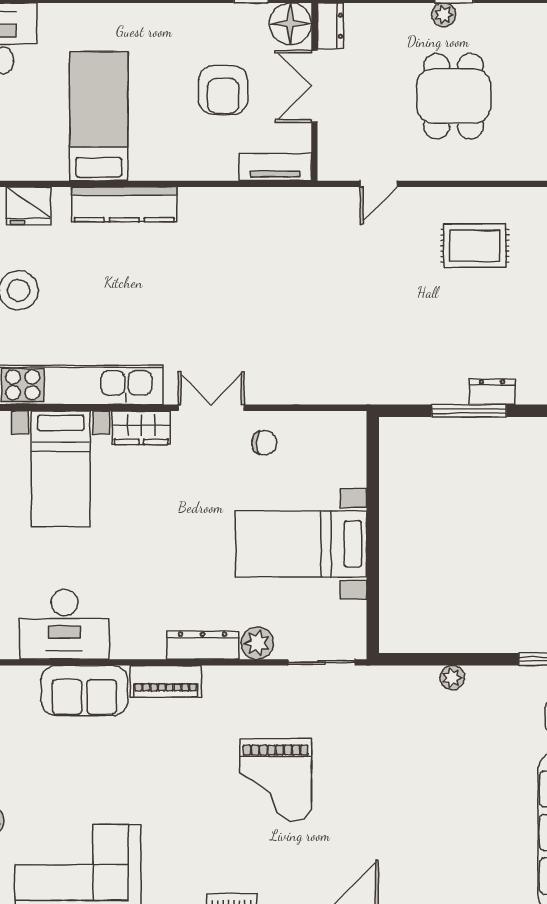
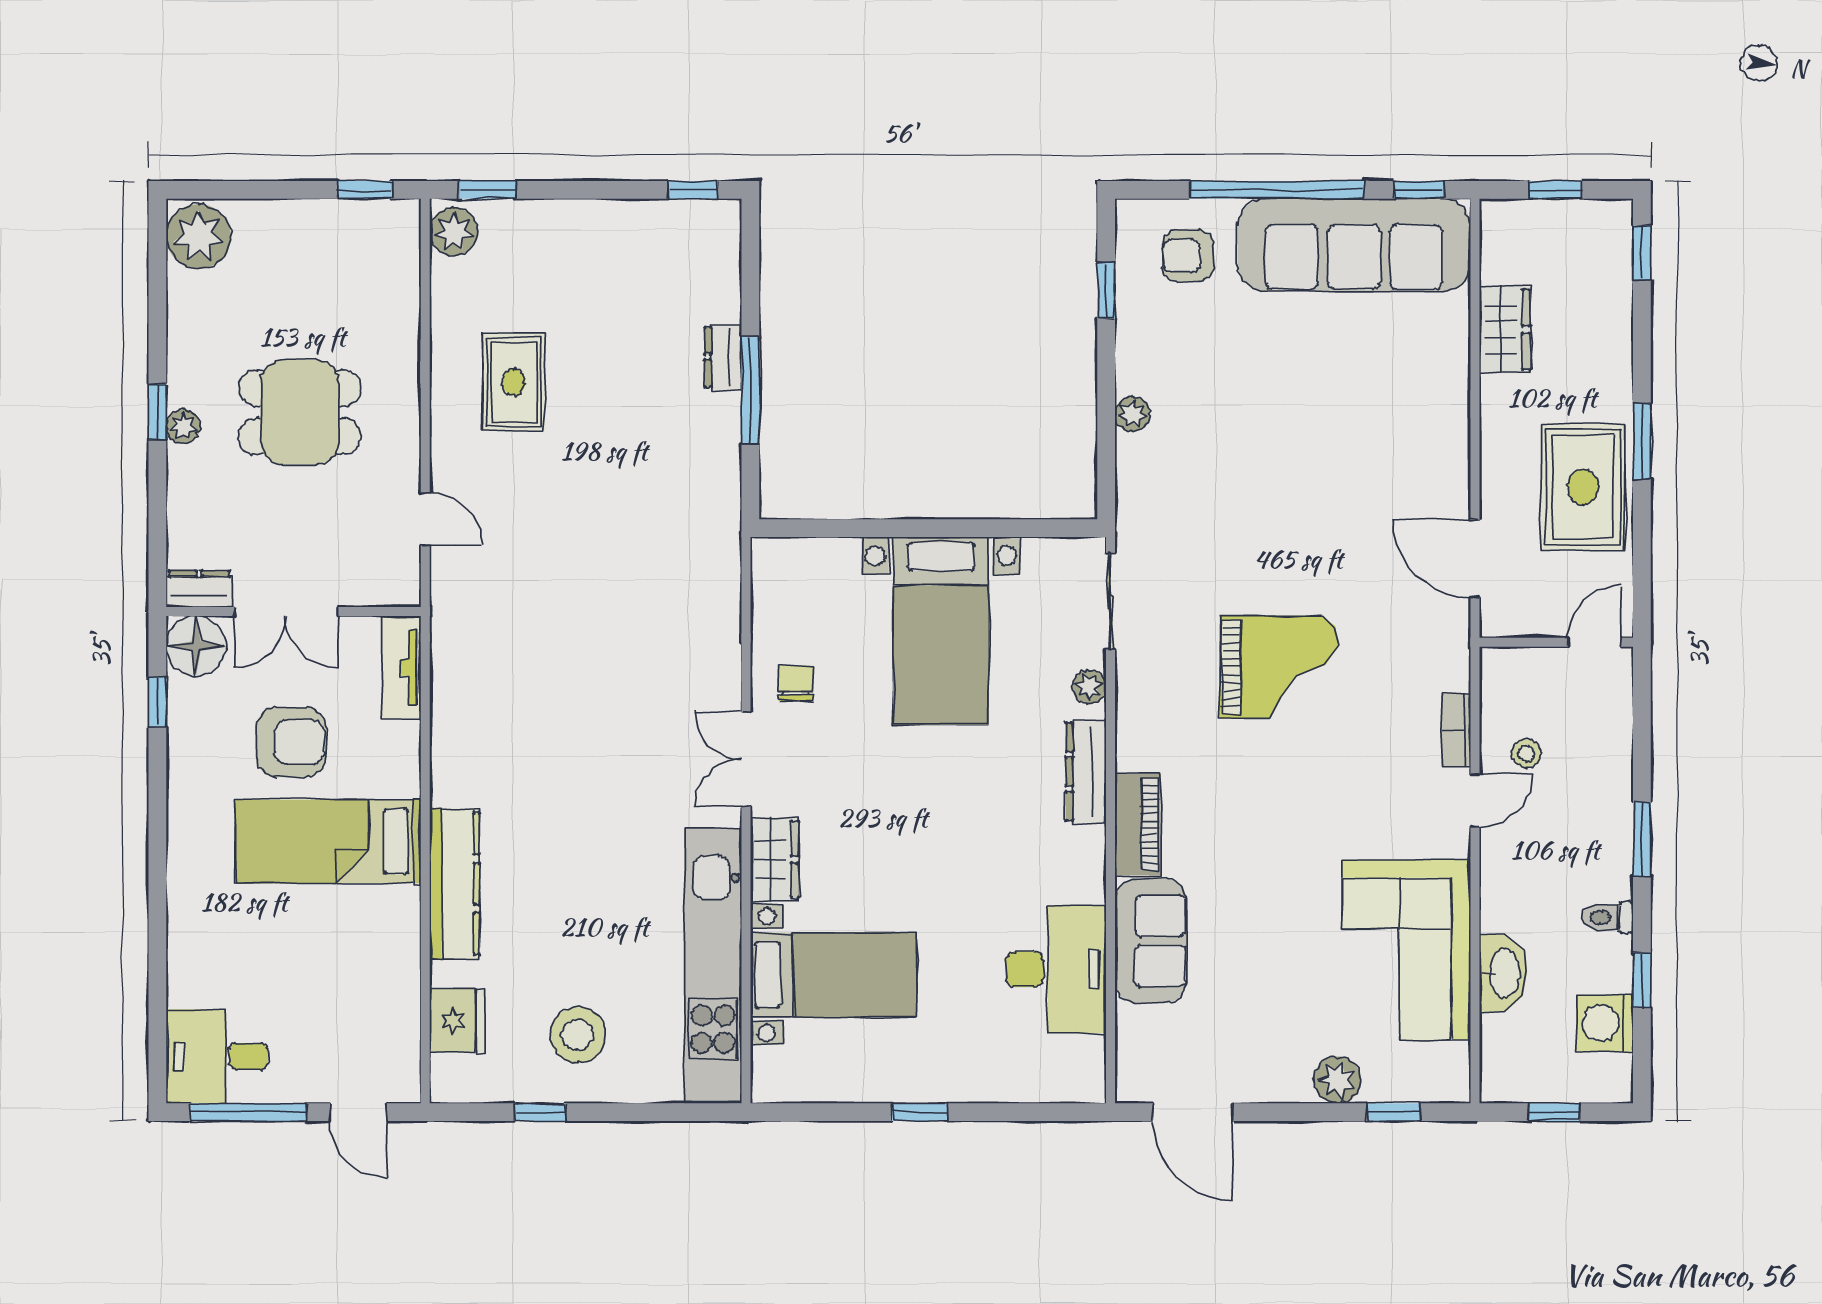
bed: (99, 116) -> (328, 842), moved
plant: (257, 643) -> (1089, 687), width x0.73, depth x0.73

